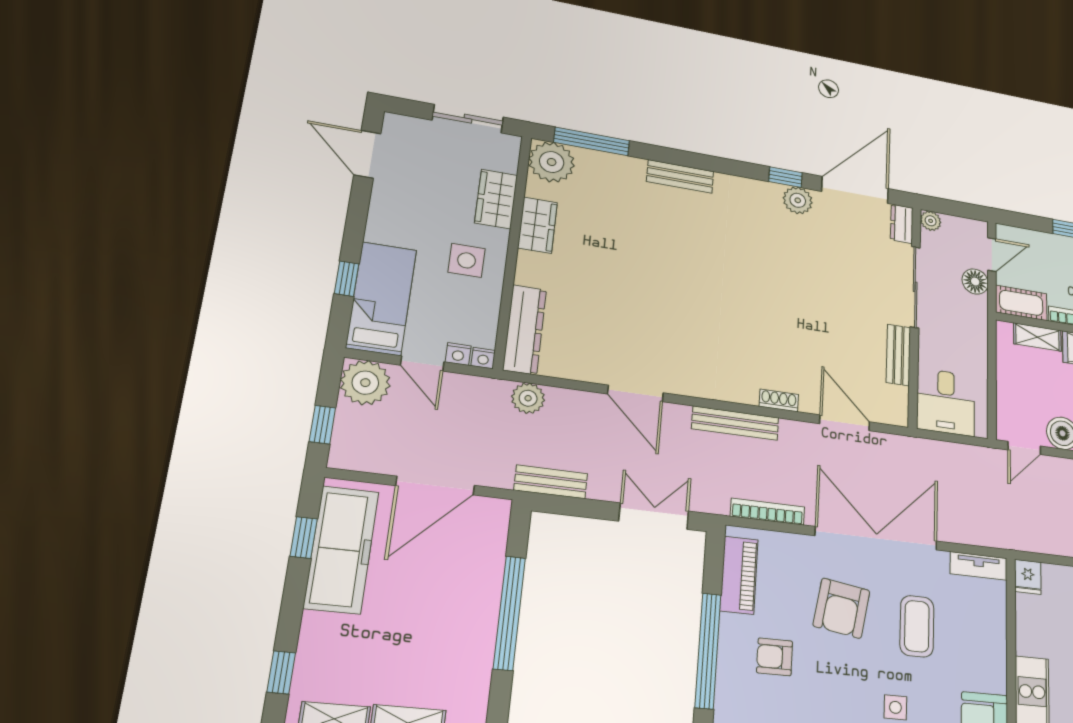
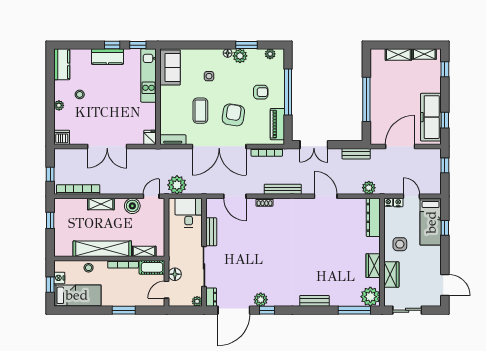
plant: (365, 383) -> (177, 185), moved

